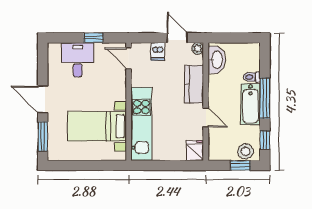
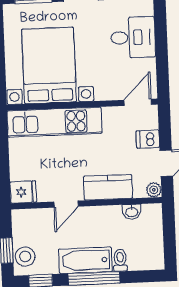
window: (93, 38) -> (162, 56), removed
washbasin: (217, 60) -> (132, 212), width x0.52, depth x0.69
bed with nightstands: (97, 126) -> (49, 65), width x1.36

